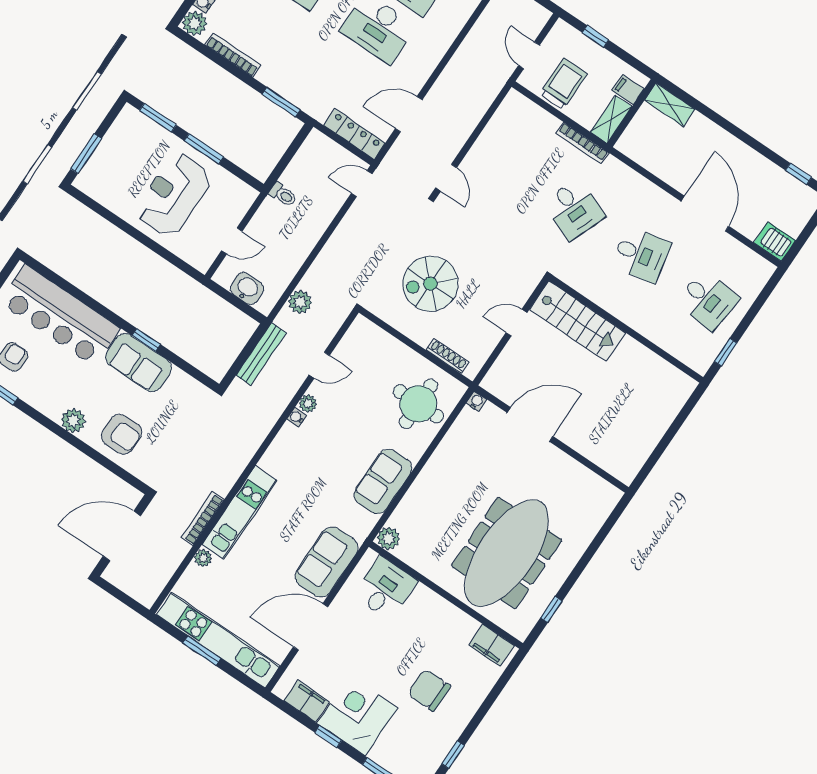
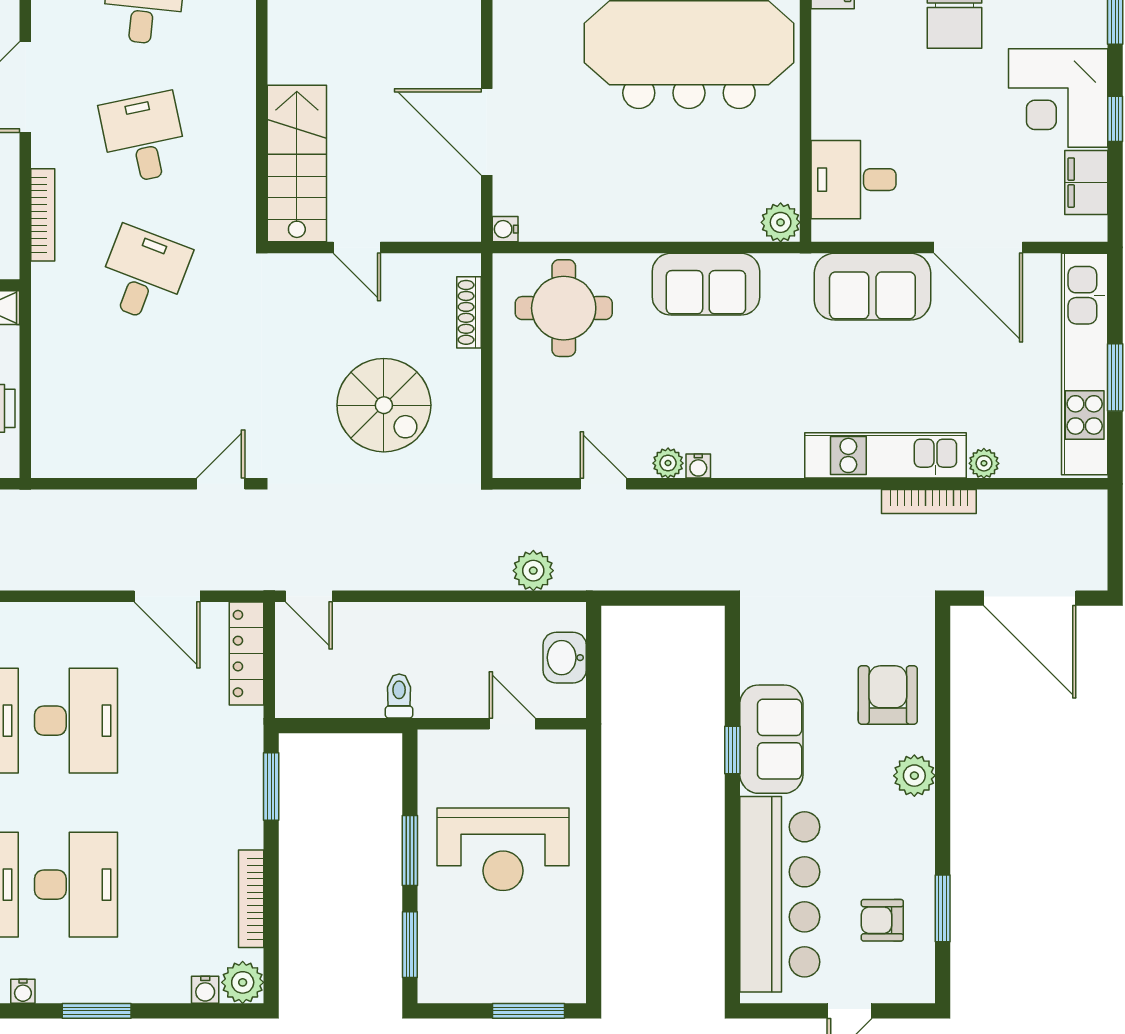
bookcase: (582, 143) -> (43, 215), moved
bench: (261, 354) -> (643, 576), removed

